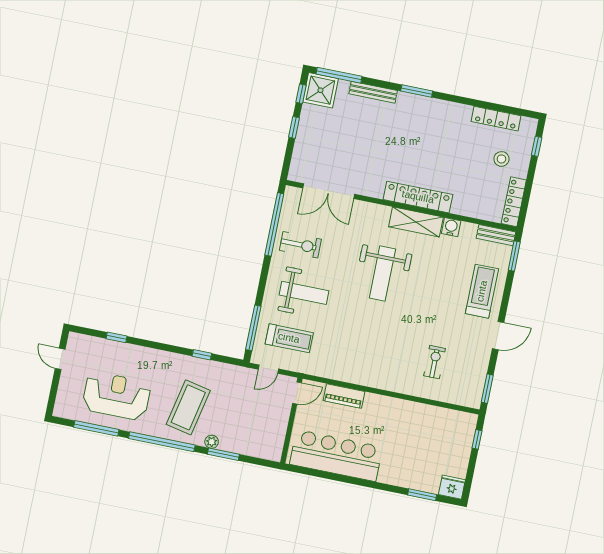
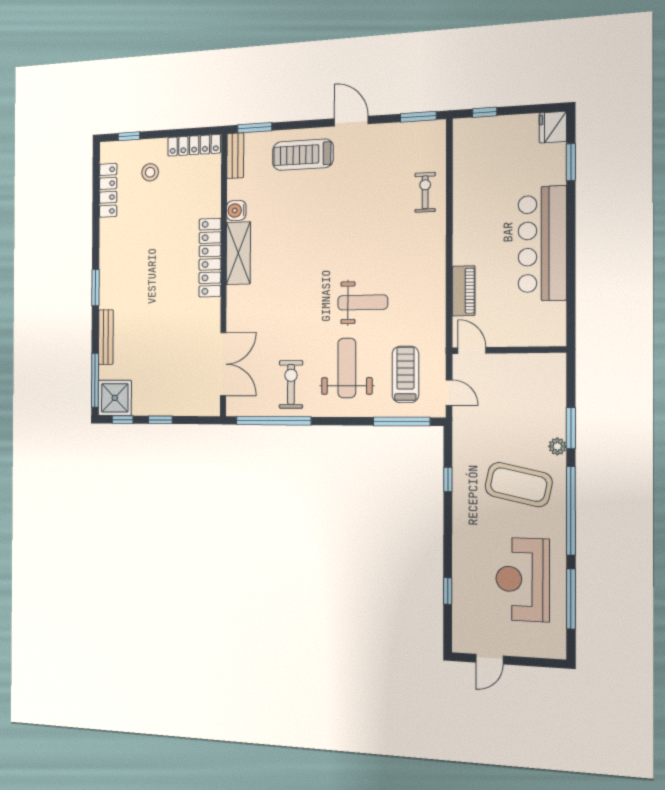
weight bench: (382, 274) -> (363, 302), moved, width x0.73, depth x0.75
exercise bike: (435, 362) -> (425, 192), moved, turned 90
bar counter: (336, 456) -> (542, 244), moved

